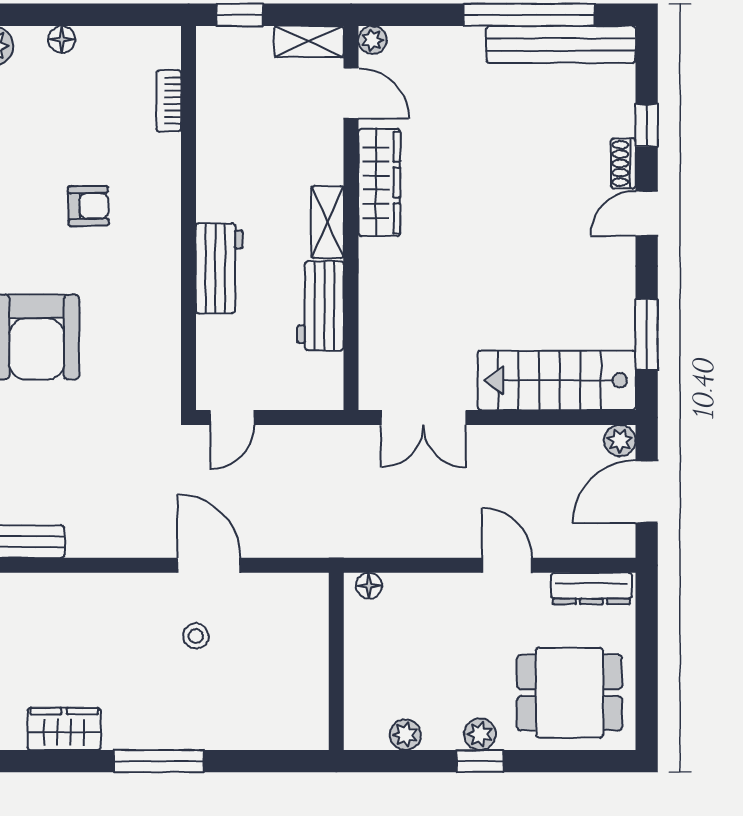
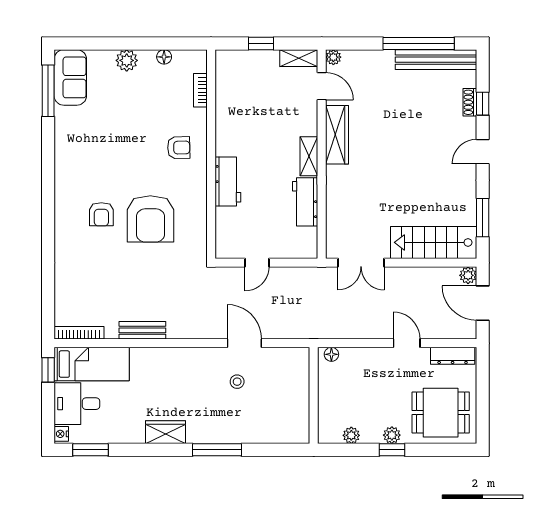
bookcase: (169, 101) -> (200, 90), moved
shoe rack: (623, 163) -> (470, 102), moved
wall: (189, 218) -> (211, 154), moved
workbench: (219, 268) -> (228, 181), moved
door: (647, 492) -> (483, 303), hinge flipped

